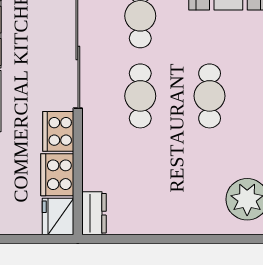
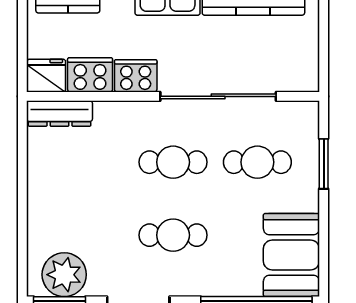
dresser: (94, 213) -> (60, 113), width x1.44

